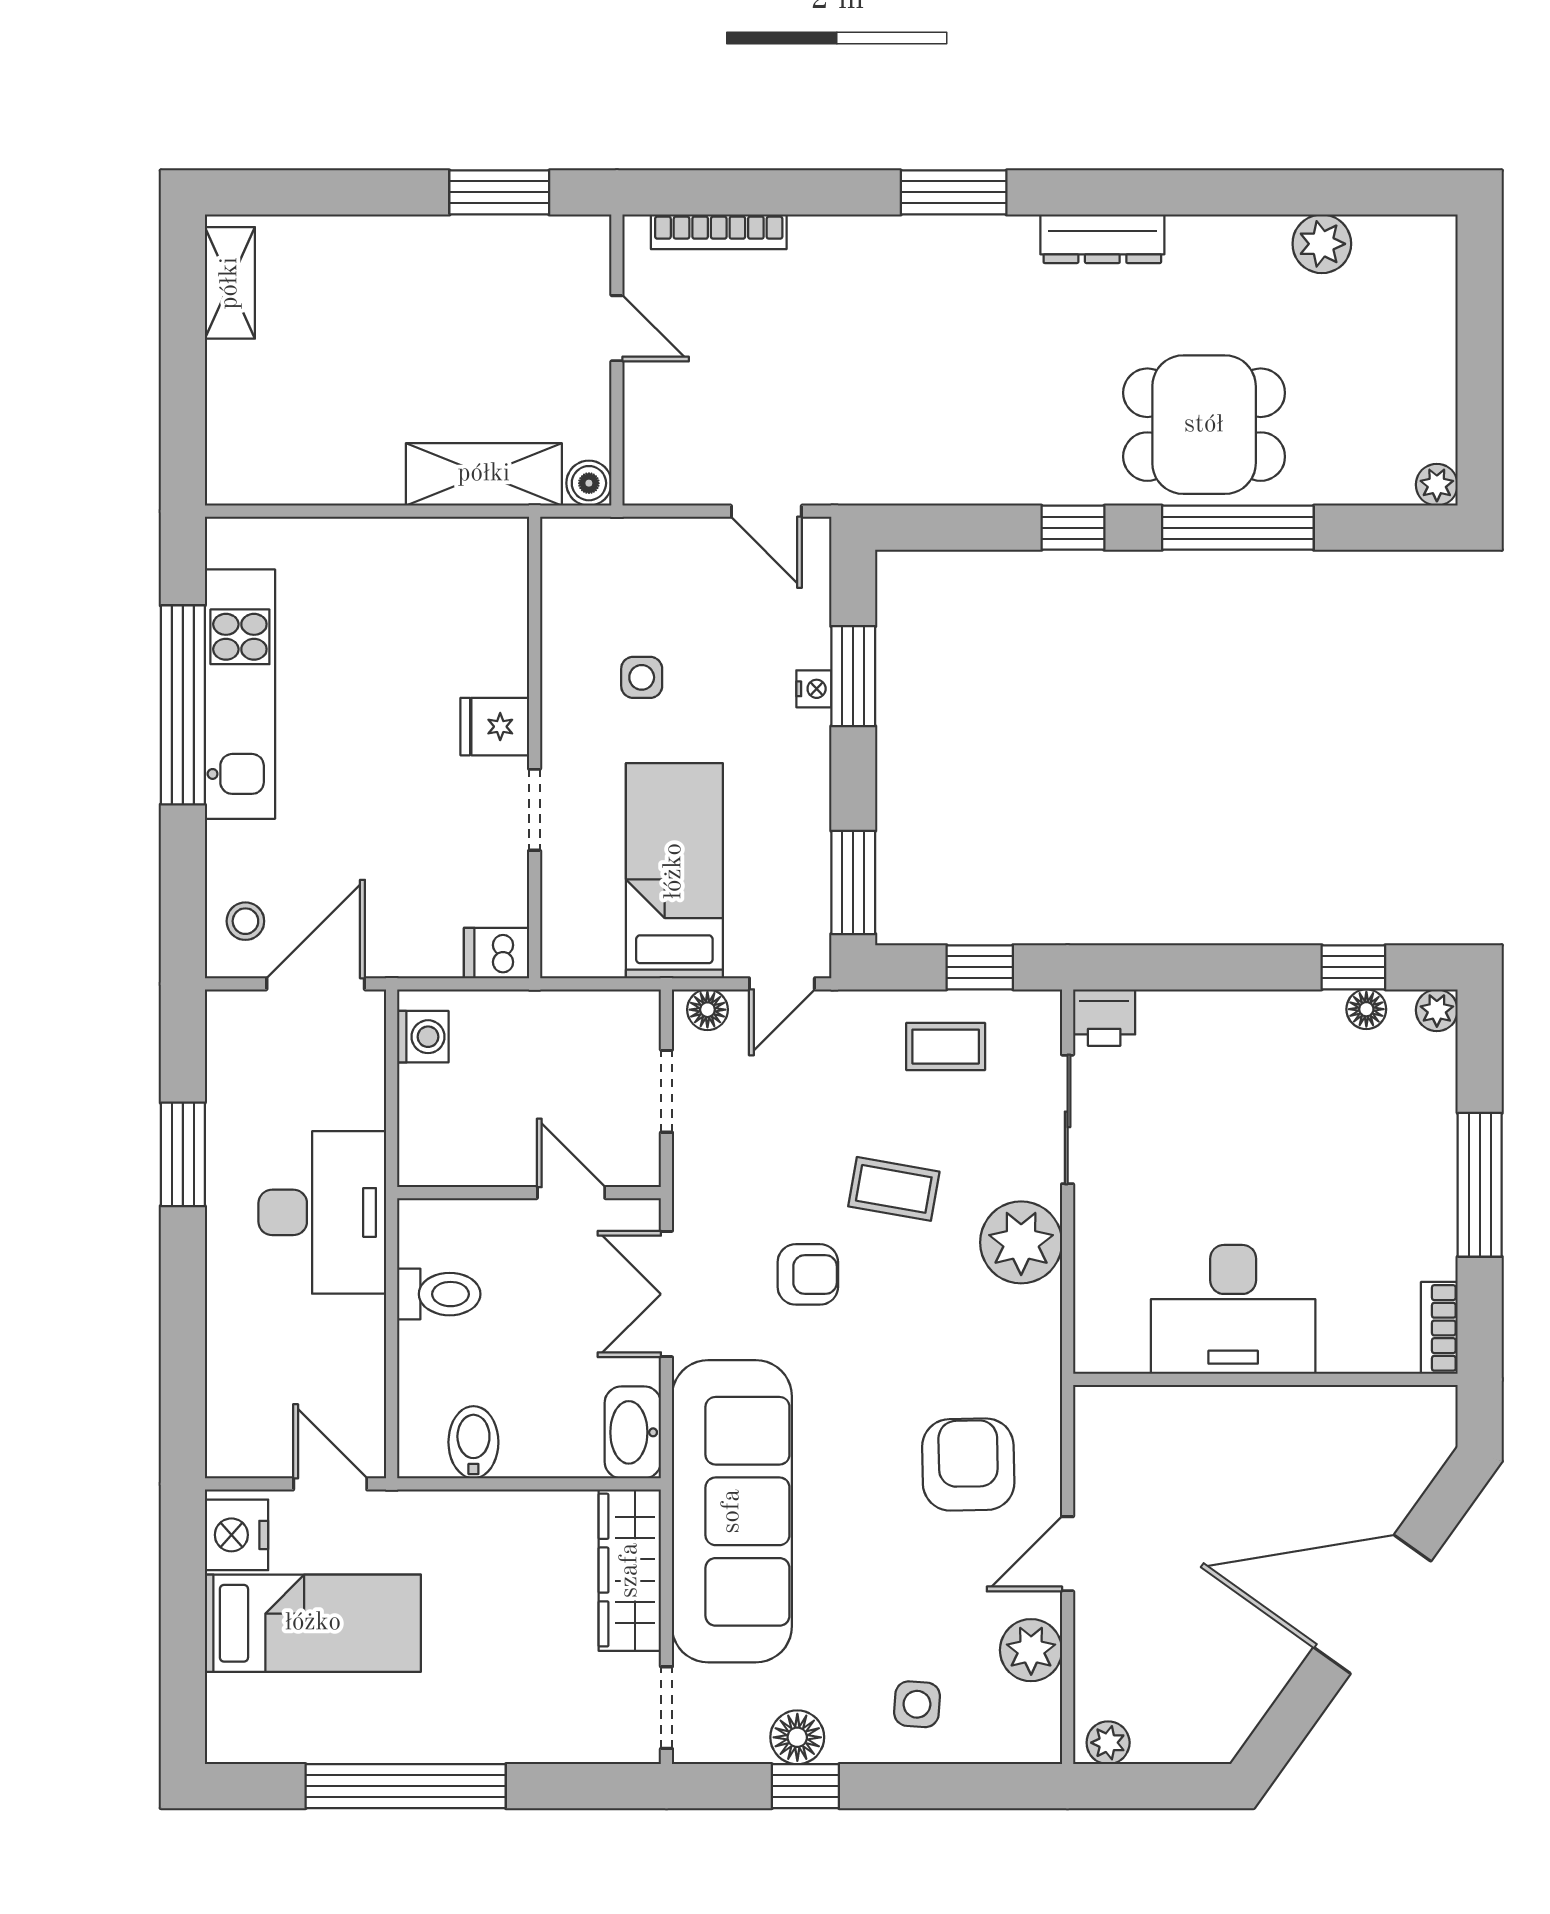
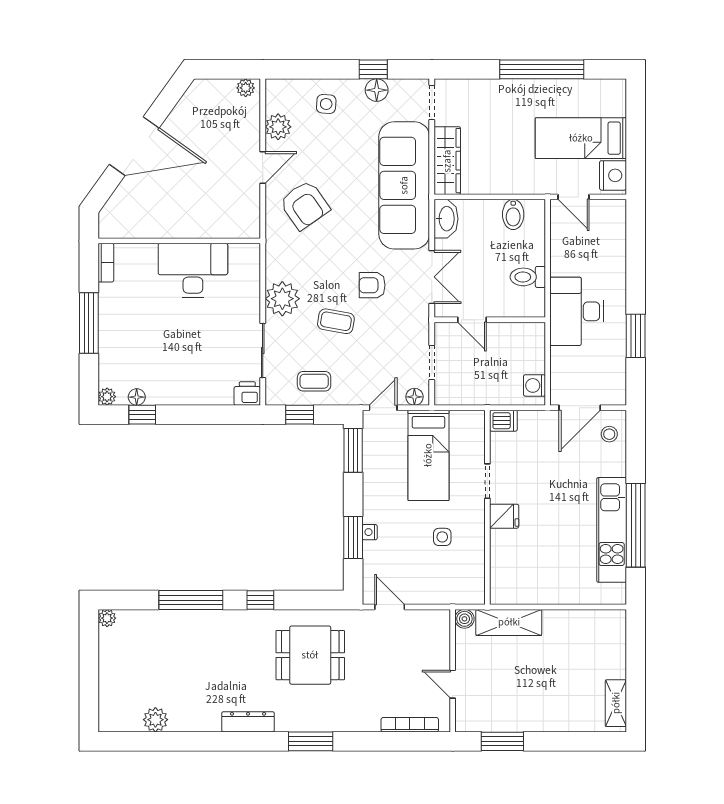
dining table: (1204, 425) -> (310, 655), moved
armchair: (968, 1465) -> (305, 205), turned -34

